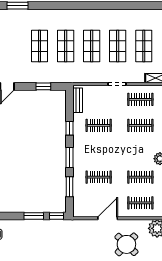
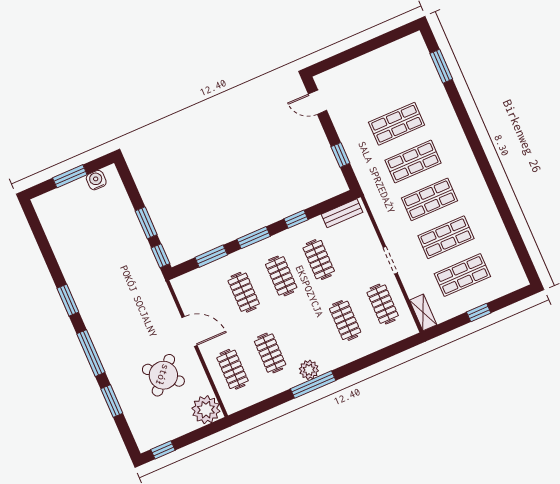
clothes rail: (99, 151) -> (281, 276), added

